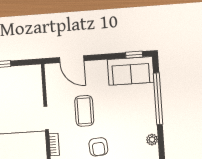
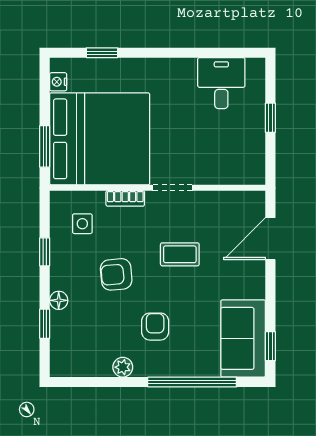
coffee table: (84, 111) -> (180, 254), width x0.73, depth x0.77
armchair: (127, 122) -> (155, 327), added

